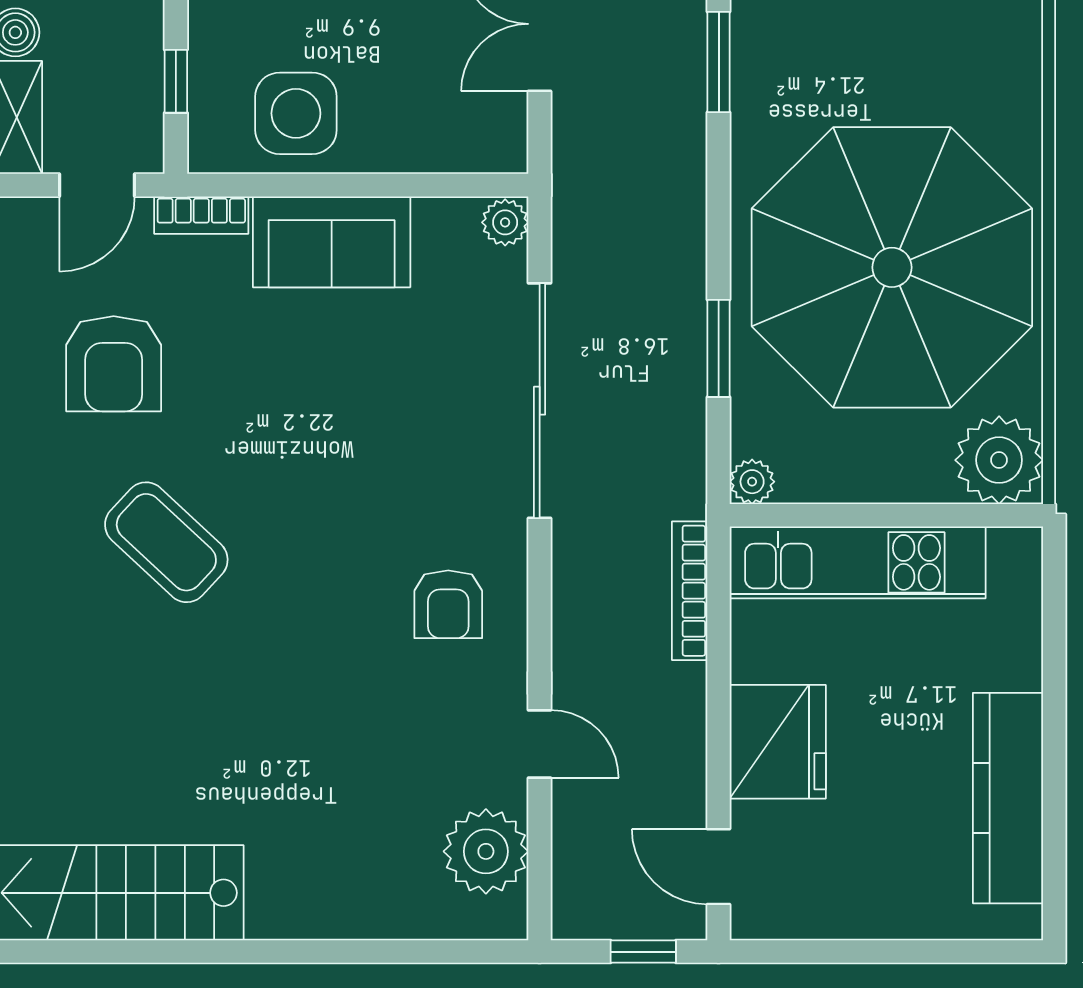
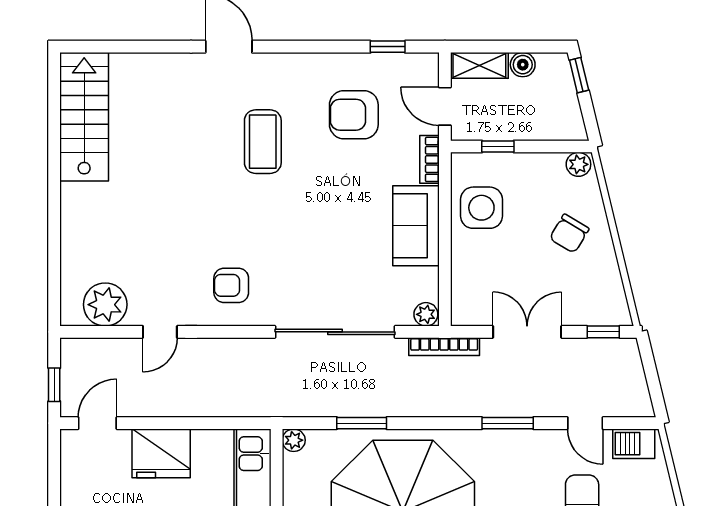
coffee table: (166, 542) -> (263, 142), turned -43
bookcase: (690, 591) -> (444, 347), moved, turned 180

